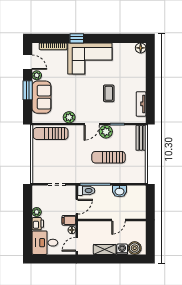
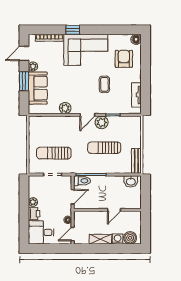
door: (28, 62) -> (24, 53), swing flipped
armchair: (128, 68) -> (124, 59), added
sun lounger: (51, 133) -> (54, 153), moved
bench: (141, 138) -> (136, 161), moved
washbasin: (120, 191) -> (131, 181), moved
filing cabinet: (69, 220) -> (65, 210), removed

